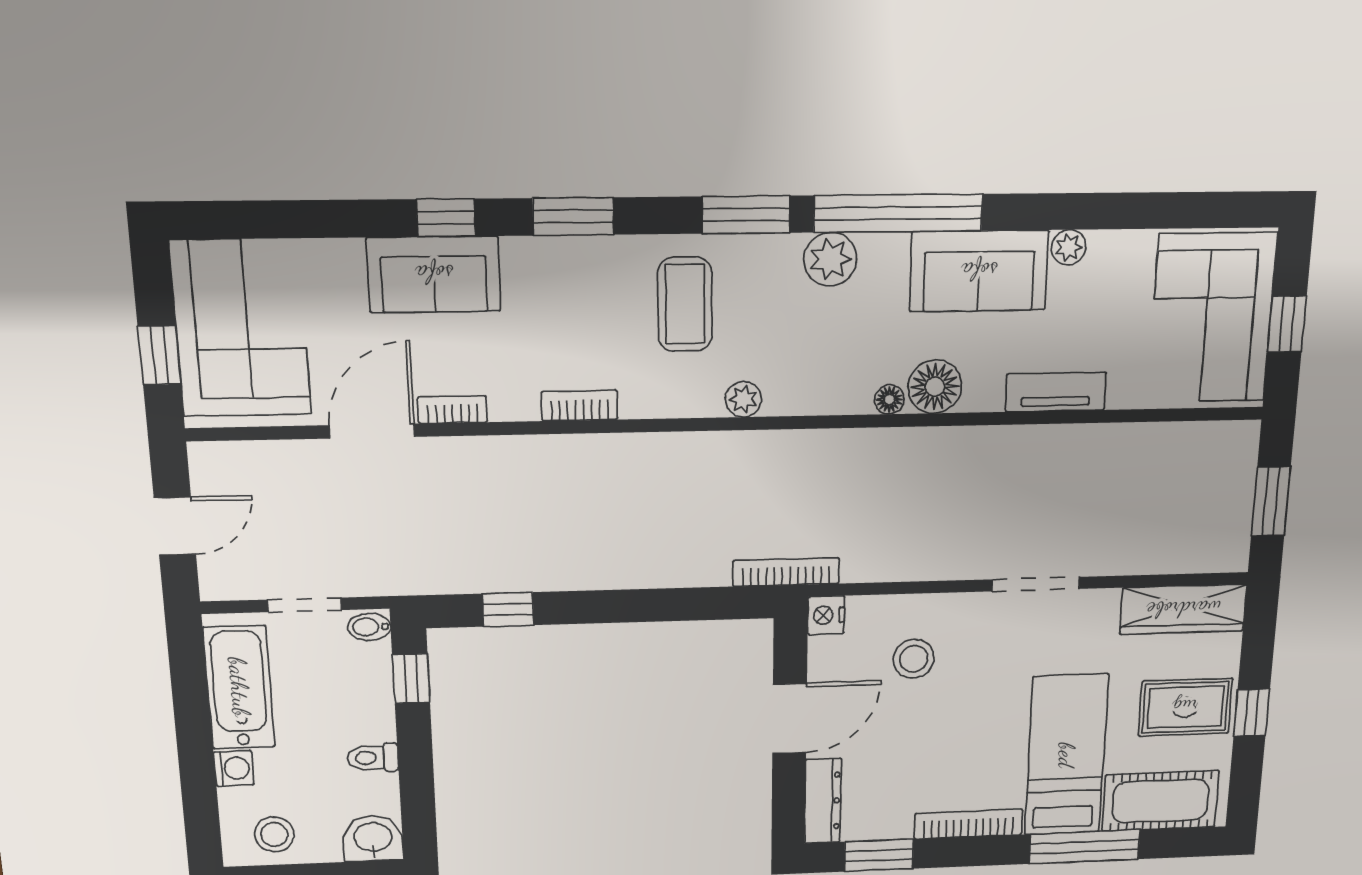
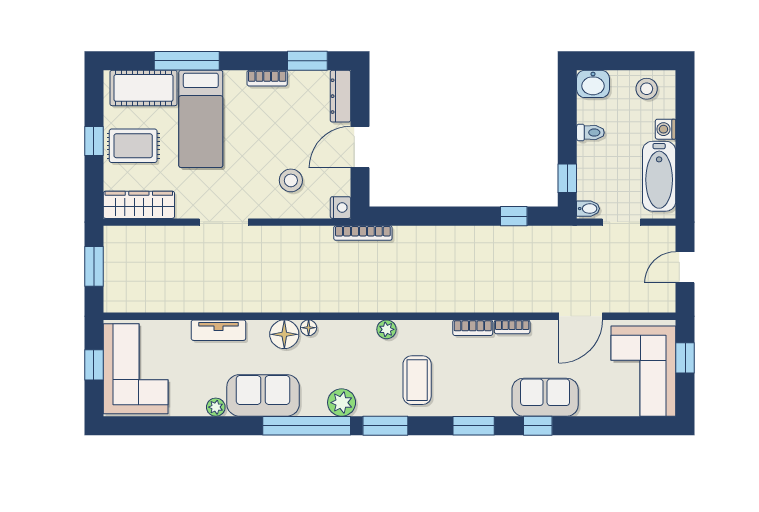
bookcase: (453, 410) -> (512, 327), moved
bookcase: (968, 824) -> (267, 78), width x0.64

